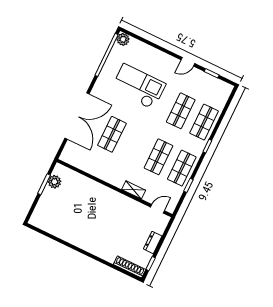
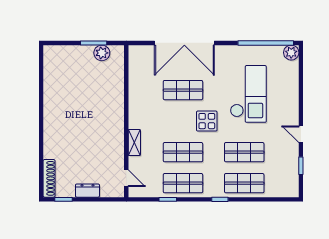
display table: (144, 128) -> (207, 121), added

